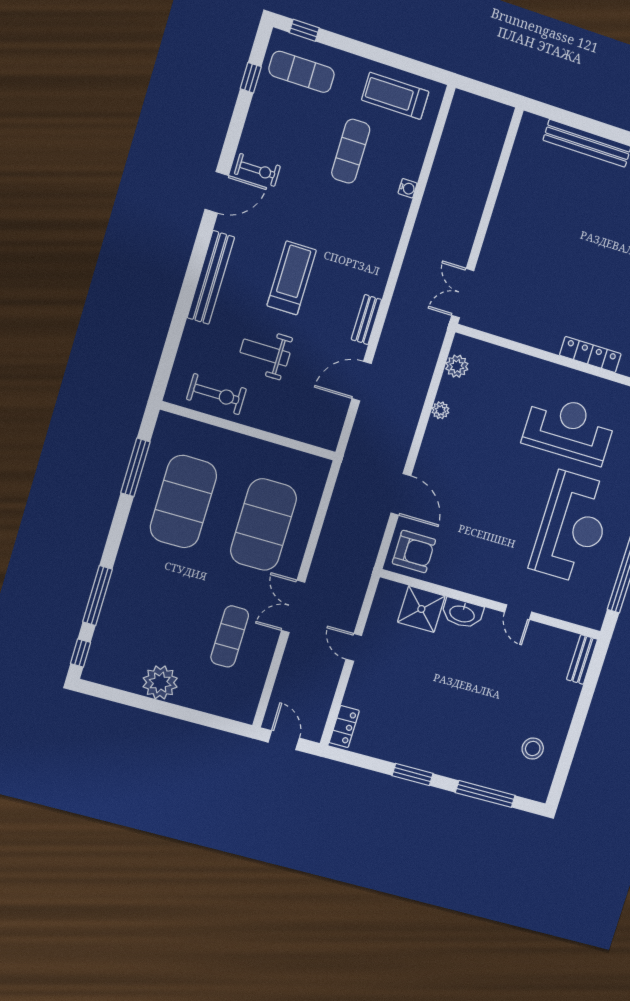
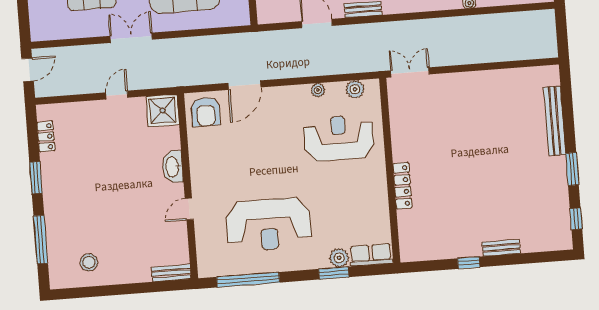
reception desk: (569, 429) -> (339, 138), moved, turned -90
shower: (421, 609) -> (163, 110), moved
locker: (344, 727) -> (46, 136), moved, turned -90

